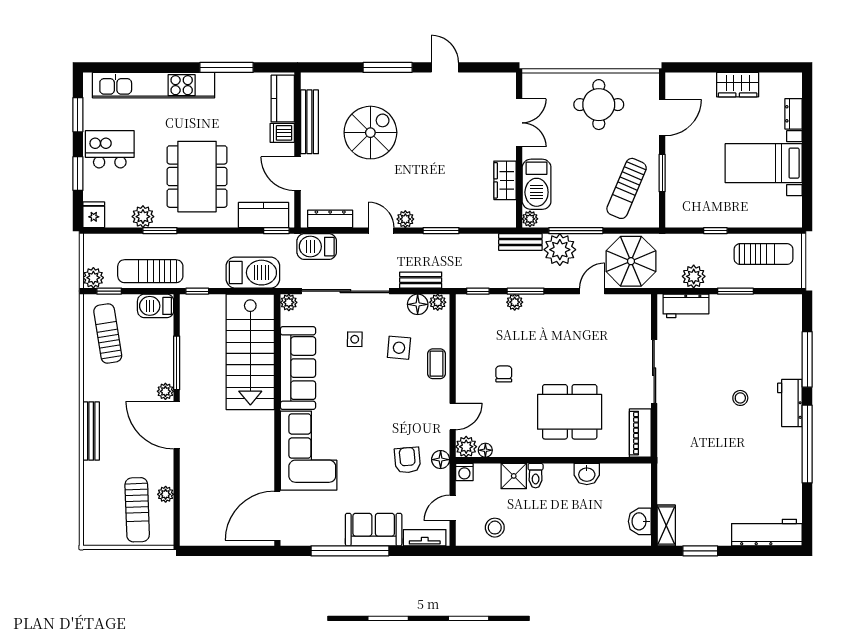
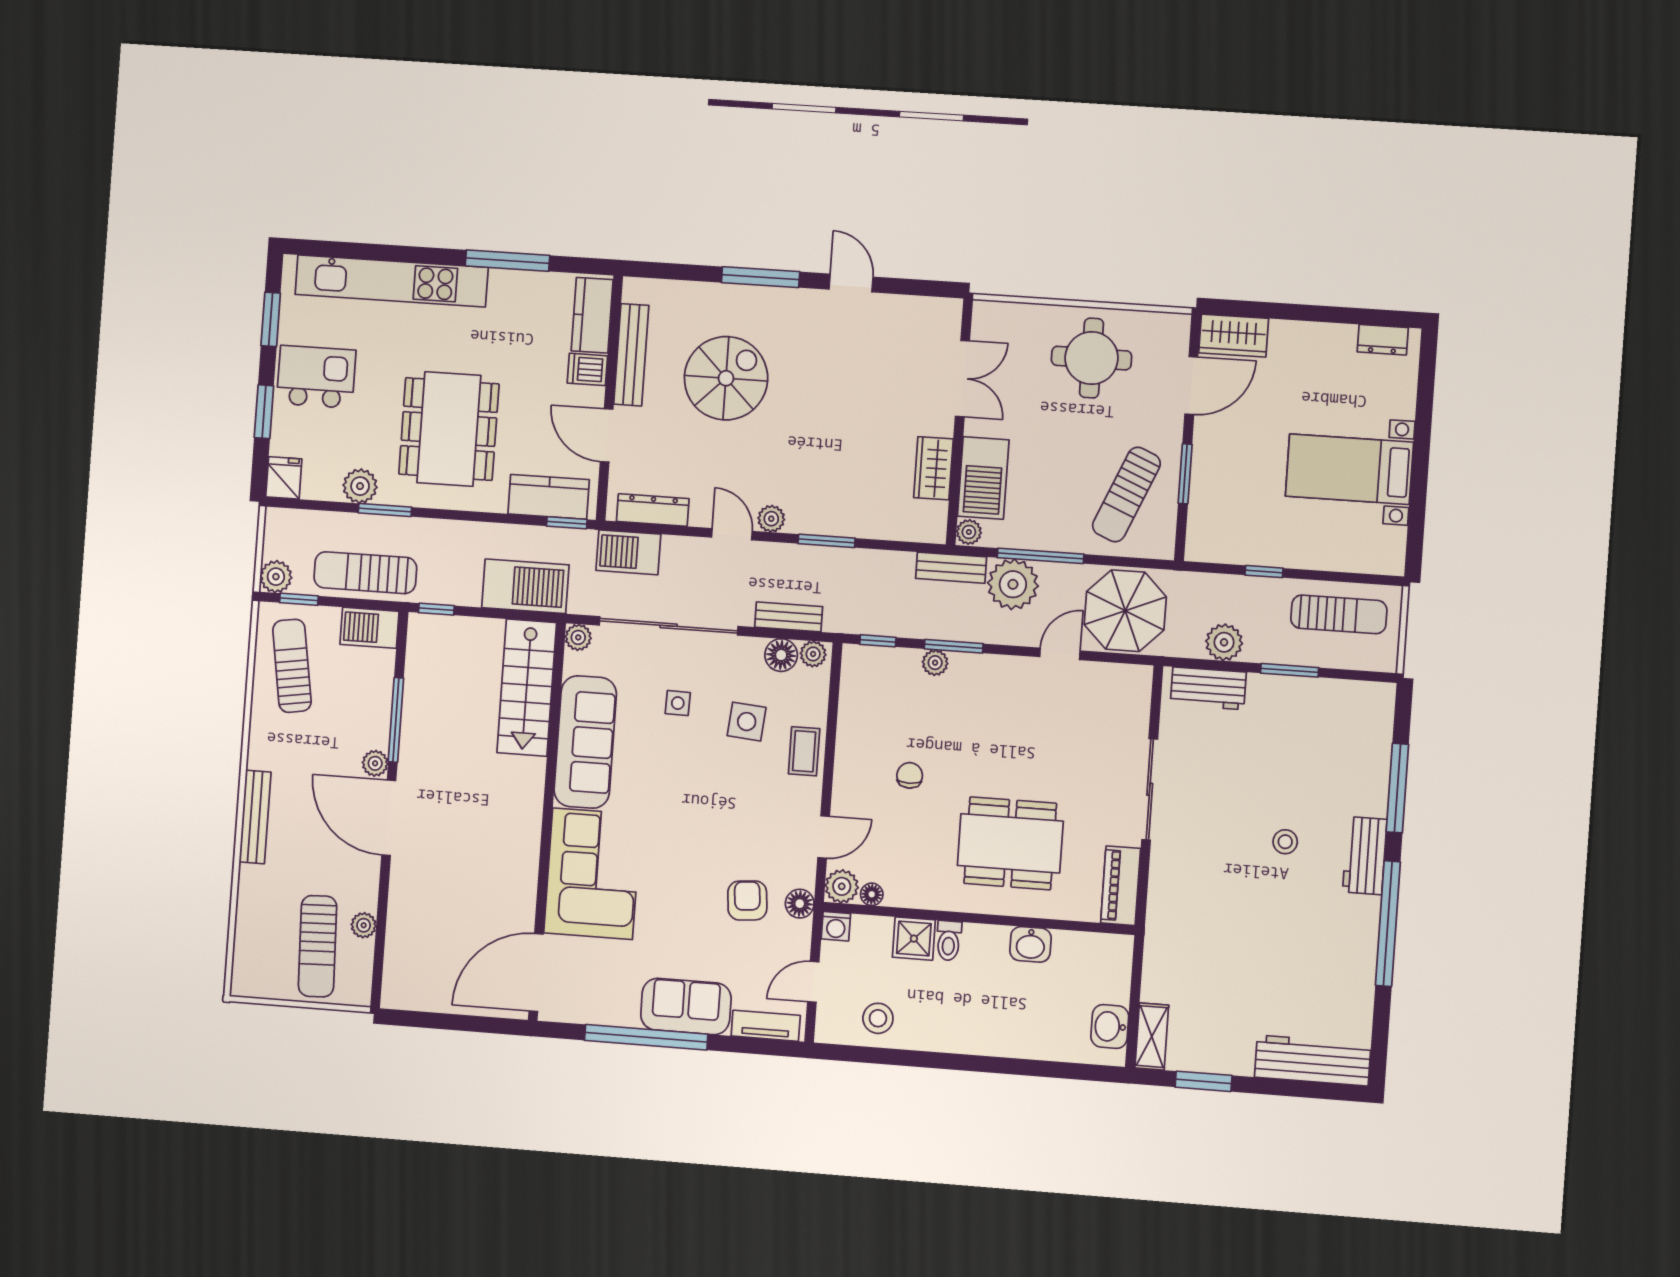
wardrobe: (738, 85) -> (1234, 336), moved
dresser: (794, 114) -> (1383, 340), moved, turned -90
stairs: (250, 352) -> (527, 688), width x0.73, depth x0.66

